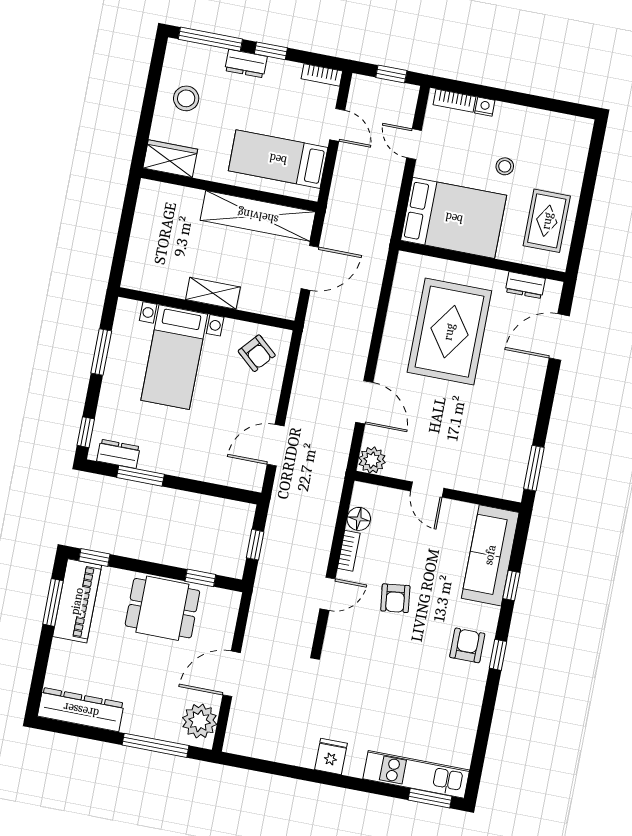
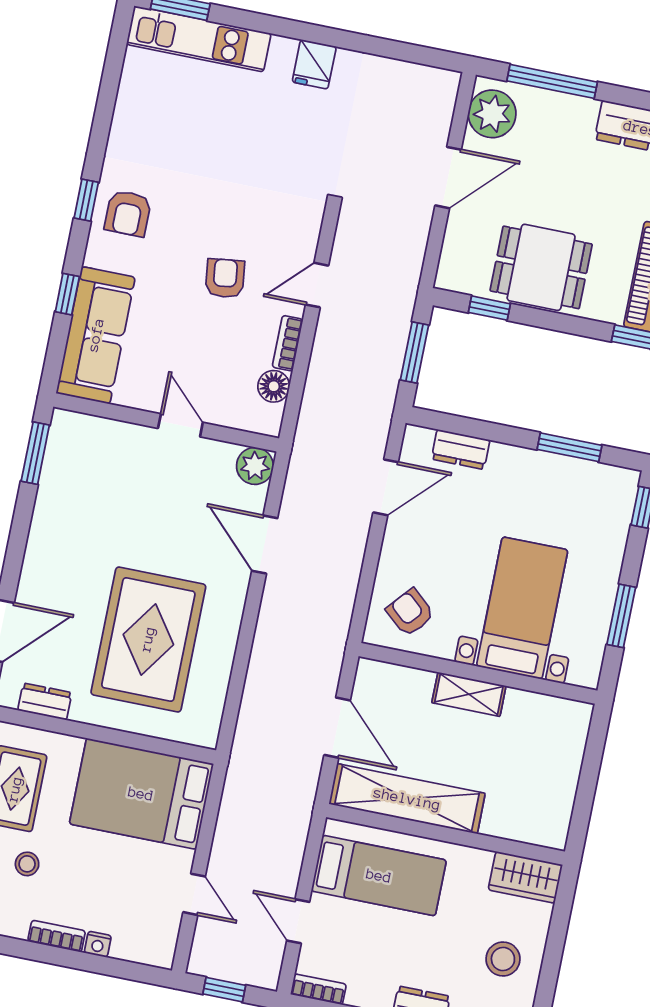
bookcase: (454, 101) -> (57, 936), moved
stool: (505, 166) -> (27, 864), moved
door: (310, 268) -> (337, 728), swing flipped
dresser: (118, 454) -> (461, 449), moved
window: (255, 545) -> (415, 352), width x1.50

